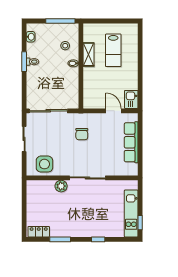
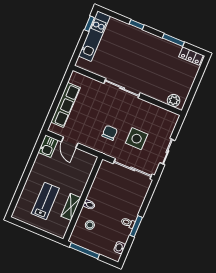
side table: (44, 164) -> (137, 139), moved
plant: (61, 186) -> (174, 101), moved

